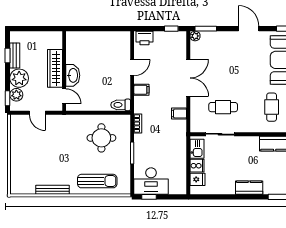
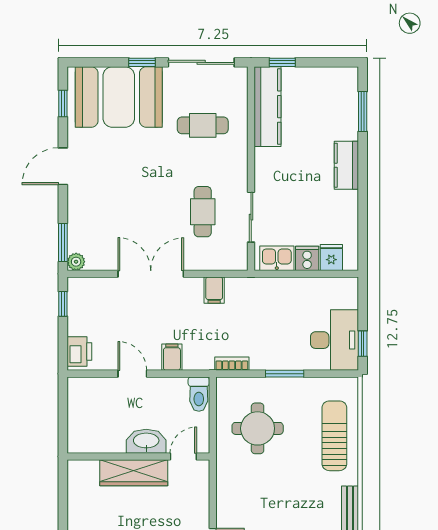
wardrobe: (55, 68) -> (134, 473), moved
wall: (64, 71) -> (138, 456), moved
washbasin: (73, 75) -> (146, 441), moved
door: (64, 96) -> (183, 456), moved

